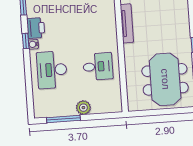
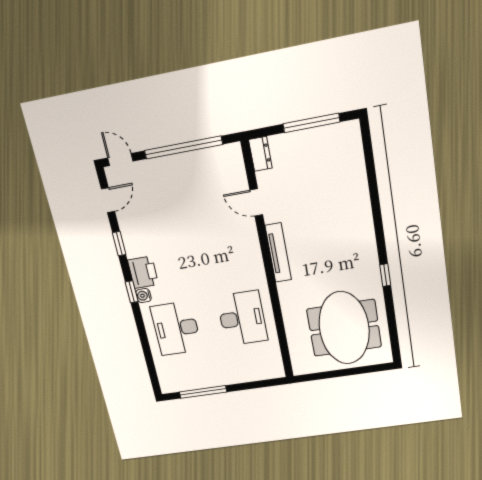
desk: (98, 67) -> (242, 318), width x1.37
plant: (83, 108) -> (229, 375), removed

